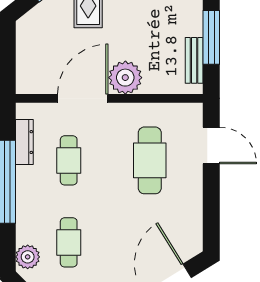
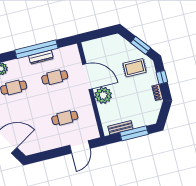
dresser: (24, 142) -> (41, 57), moved
cafe table: (150, 160) -> (65, 118), width x0.73, depth x0.74

